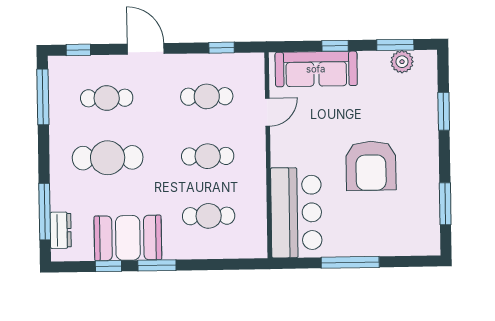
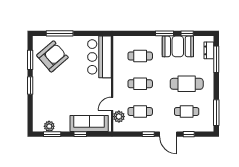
window: (222, 48) -> (148, 134), moved
window: (78, 50) -> (189, 134), moved
plant: (252, 85) -> (119, 117), added
window: (444, 111) -> (30, 86), moved
armchair: (371, 166) -> (52, 56), moved, turned 49
window: (350, 262) -> (60, 33), moved

